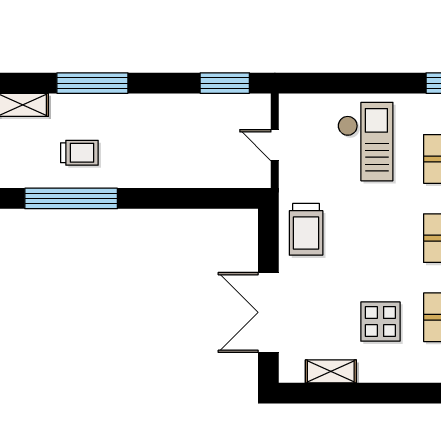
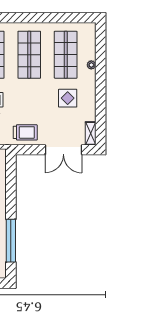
shelving: (331, 371) -> (91, 133), moved

